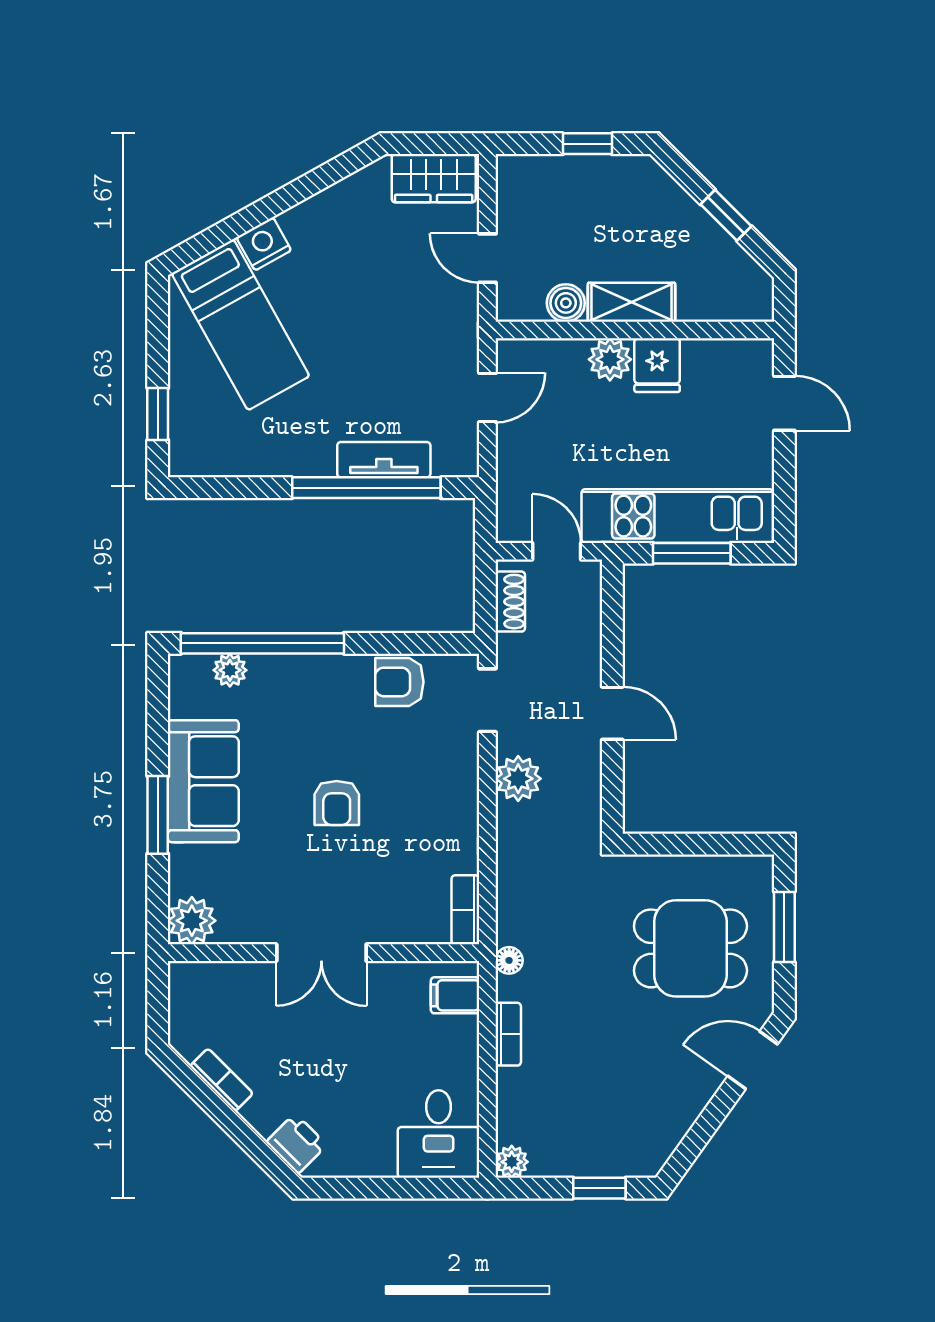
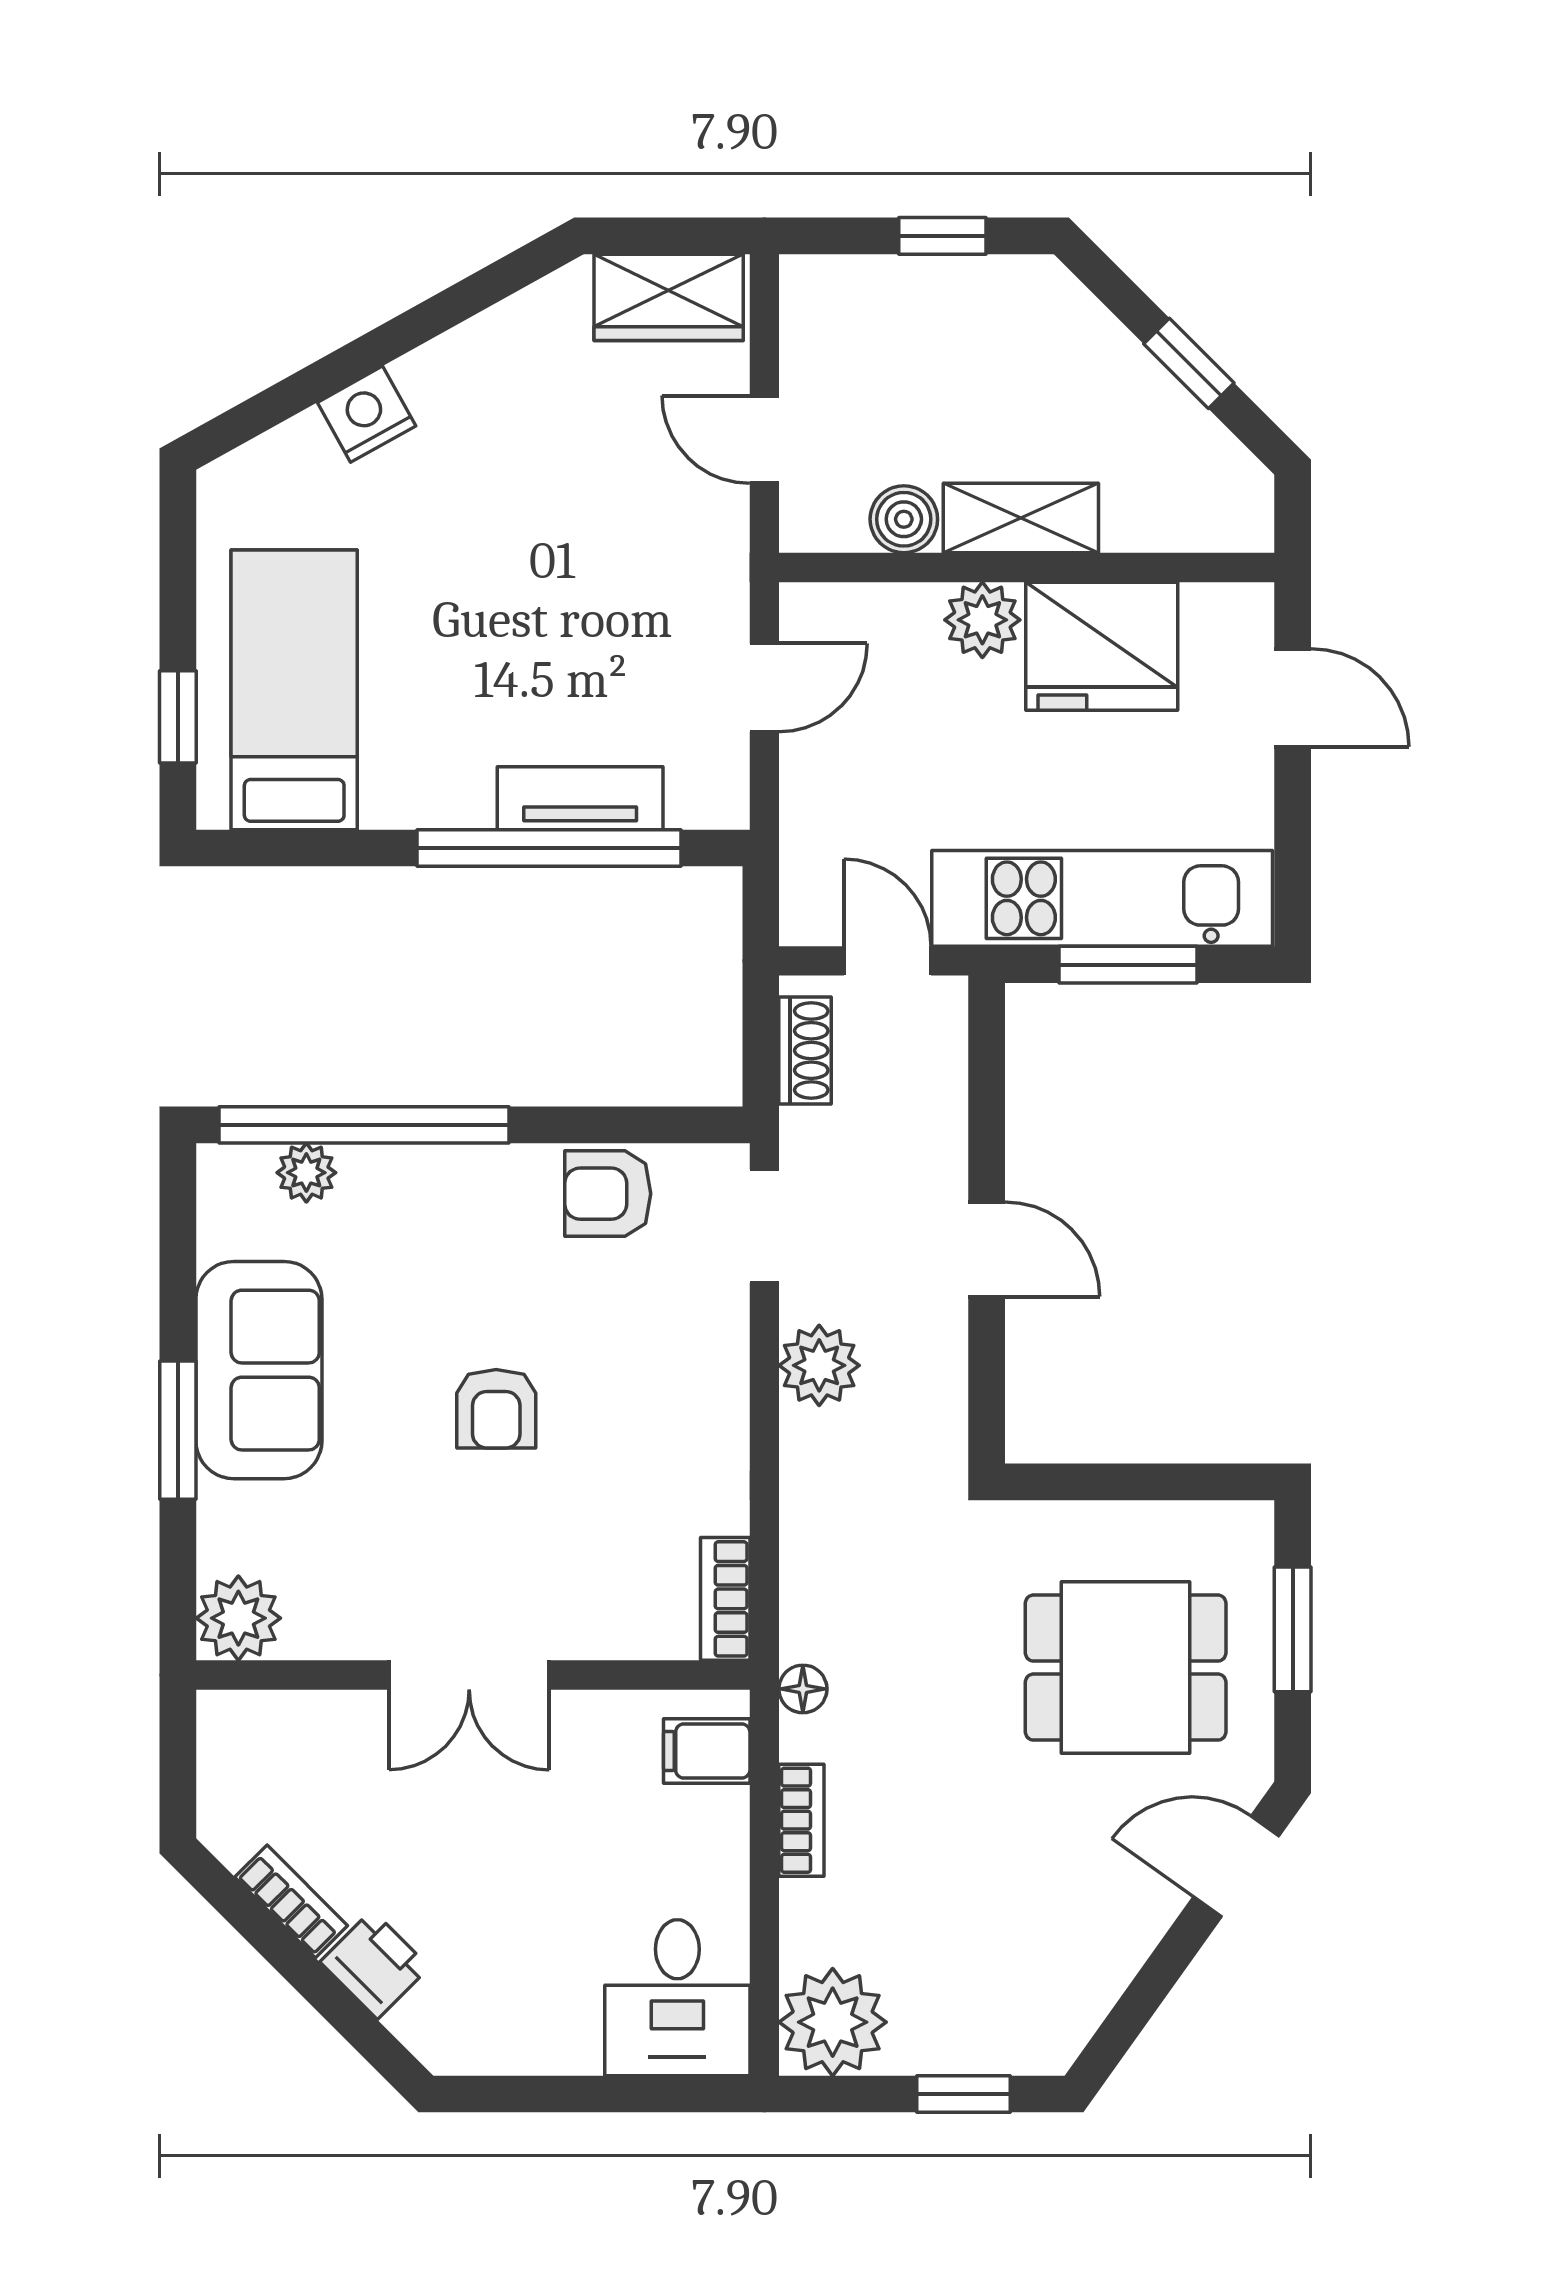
bed: (241, 325) -> (294, 690), moved, turned -151
fridge: (657, 365) -> (1102, 646), width x1.88, depth x1.34
printer: (297, 1143) -> (375, 1965), moved
plant: (512, 1162) -> (833, 2022), width x1.88, depth x1.88

